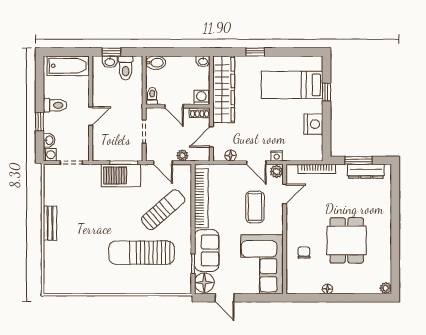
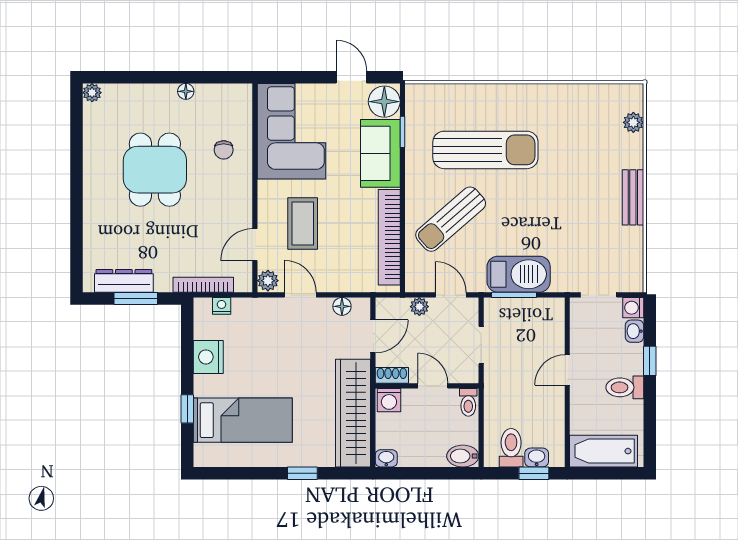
nightstand: (277, 156) -> (222, 306), moved
plant: (50, 270) -> (633, 122), added

